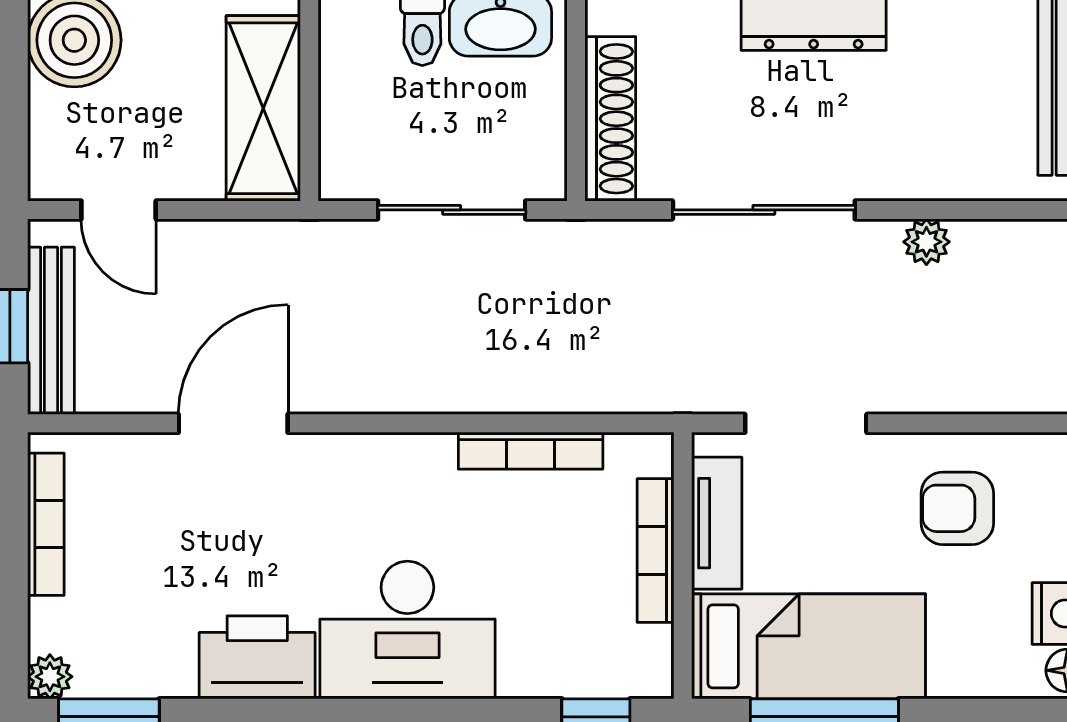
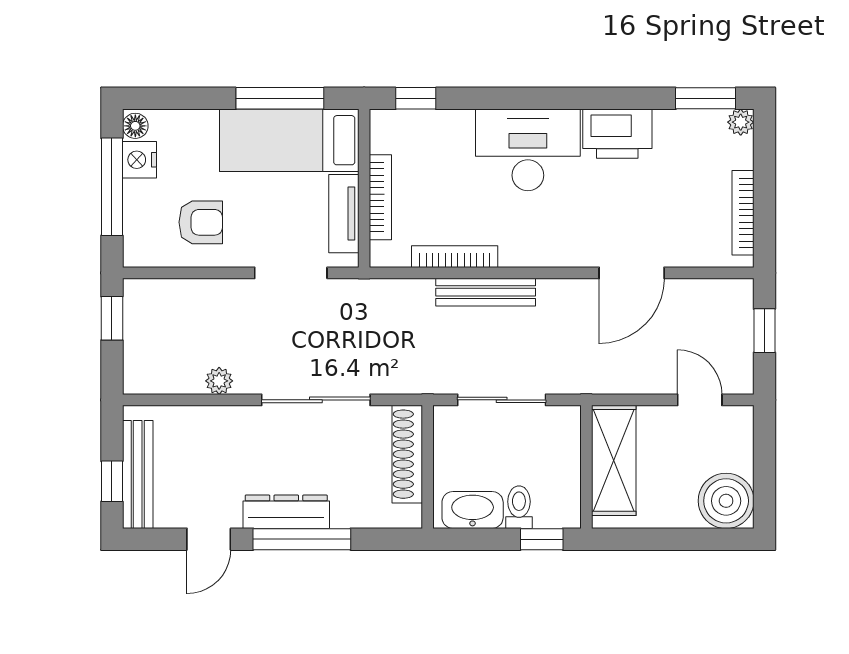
bench: (51, 331) -> (486, 292), moved, turned 90

